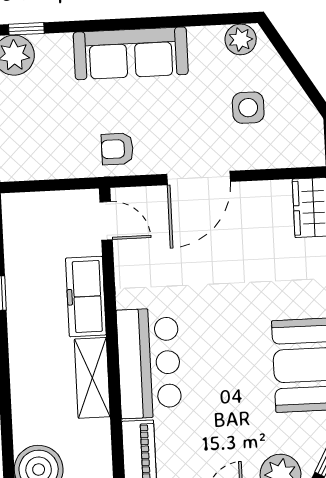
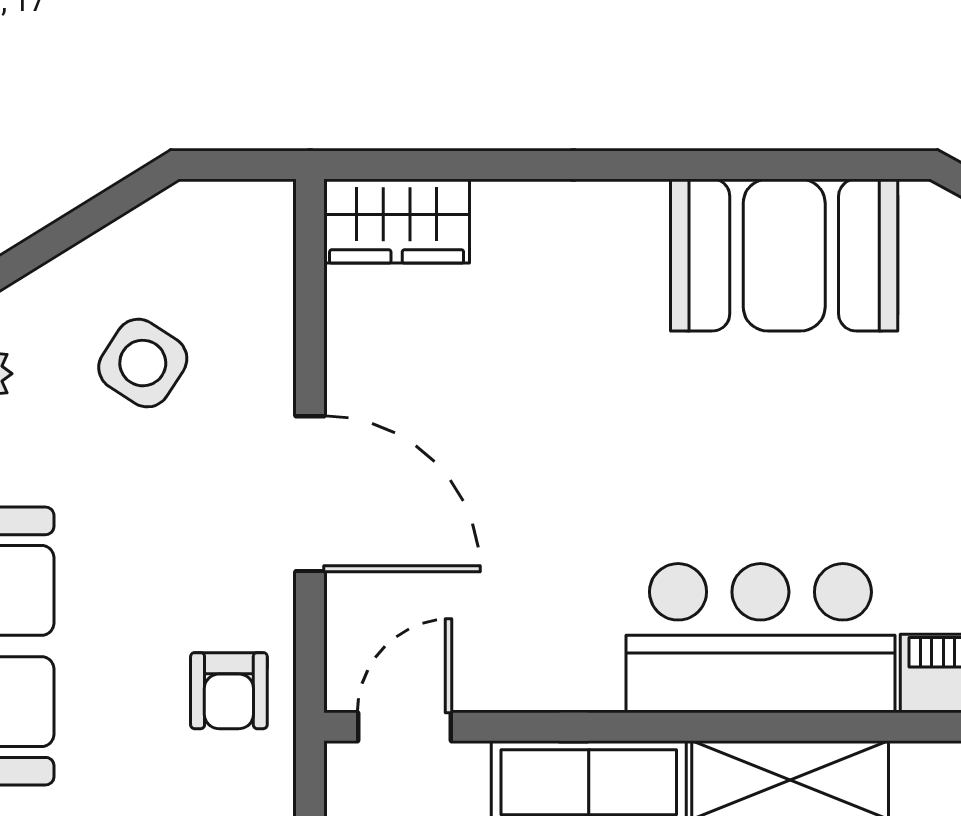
side table: (248, 108) -> (143, 363), turned 33

